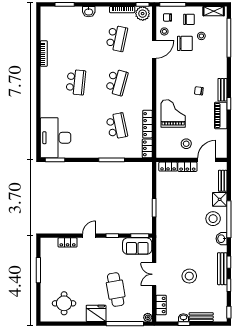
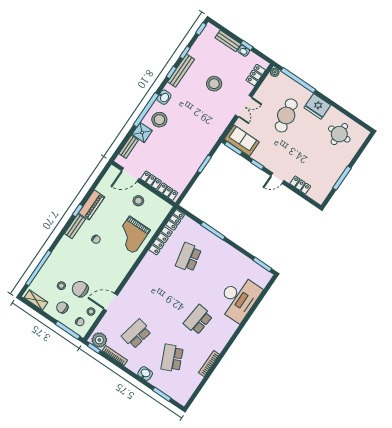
school desk: (117, 82) -> (172, 358), moved, turned -39
desk: (56, 138) -> (239, 298), moved

